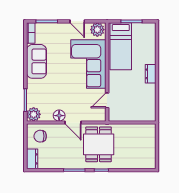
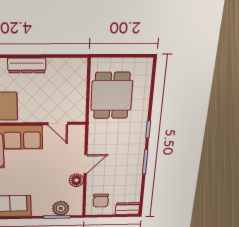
dresser: (151, 74) -> (27, 65), width x1.44
plant: (34, 114) -> (61, 208), moved
dining table: (99, 144) -> (112, 96), moved, turned 90

